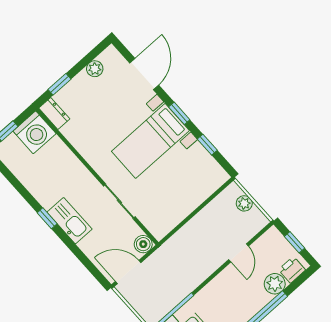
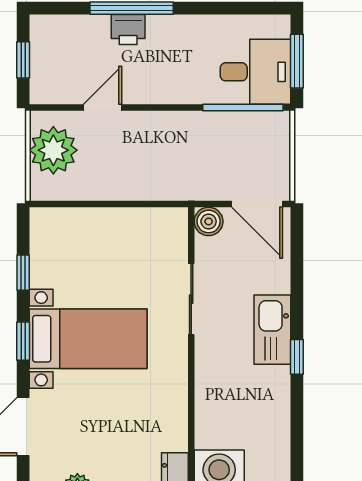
plant: (244, 203) -> (53, 150), width x1.88, depth x1.88
printer: (292, 270) -> (128, 29), moved
plant: (275, 284) -> (92, 31), removed

